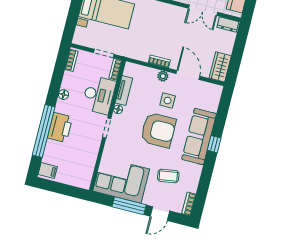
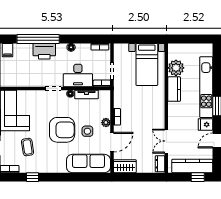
armchair: (158, 130) -> (62, 130), turned -90
sofa: (199, 136) -> (88, 163), moved
window: (214, 144) -> (32, 177), moved

